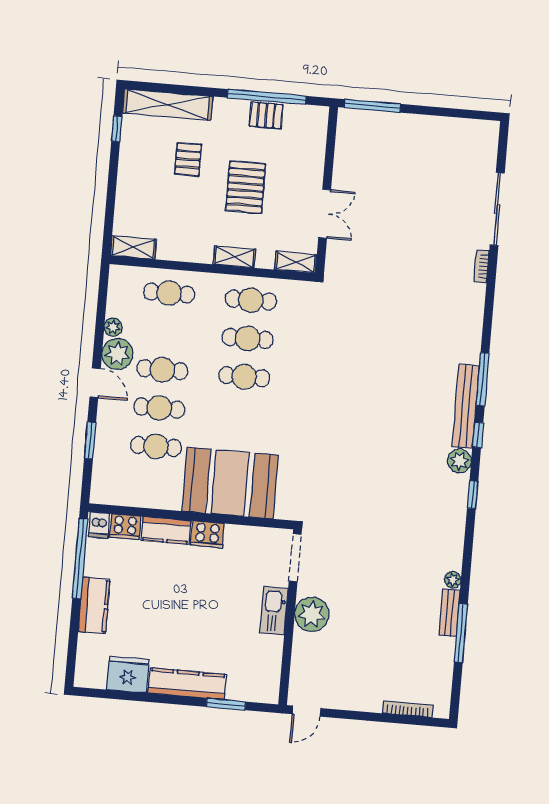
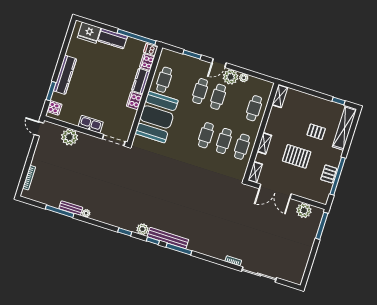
plant: (350, 148) -> (304, 210), added
double door: (325, 214) -> (275, 191), width x1.37
cafe table: (156, 446) -> (164, 80), moved
plant: (312, 614) -> (70, 137), moved
fridge: (128, 675) -> (89, 33), moved, turned 90
cooker: (258, 690) -> (54, 108), added

